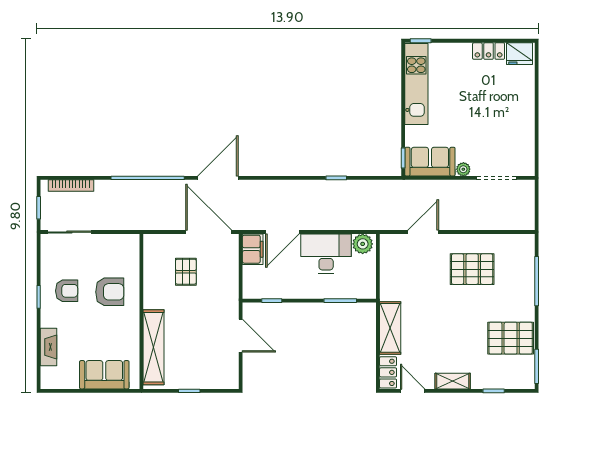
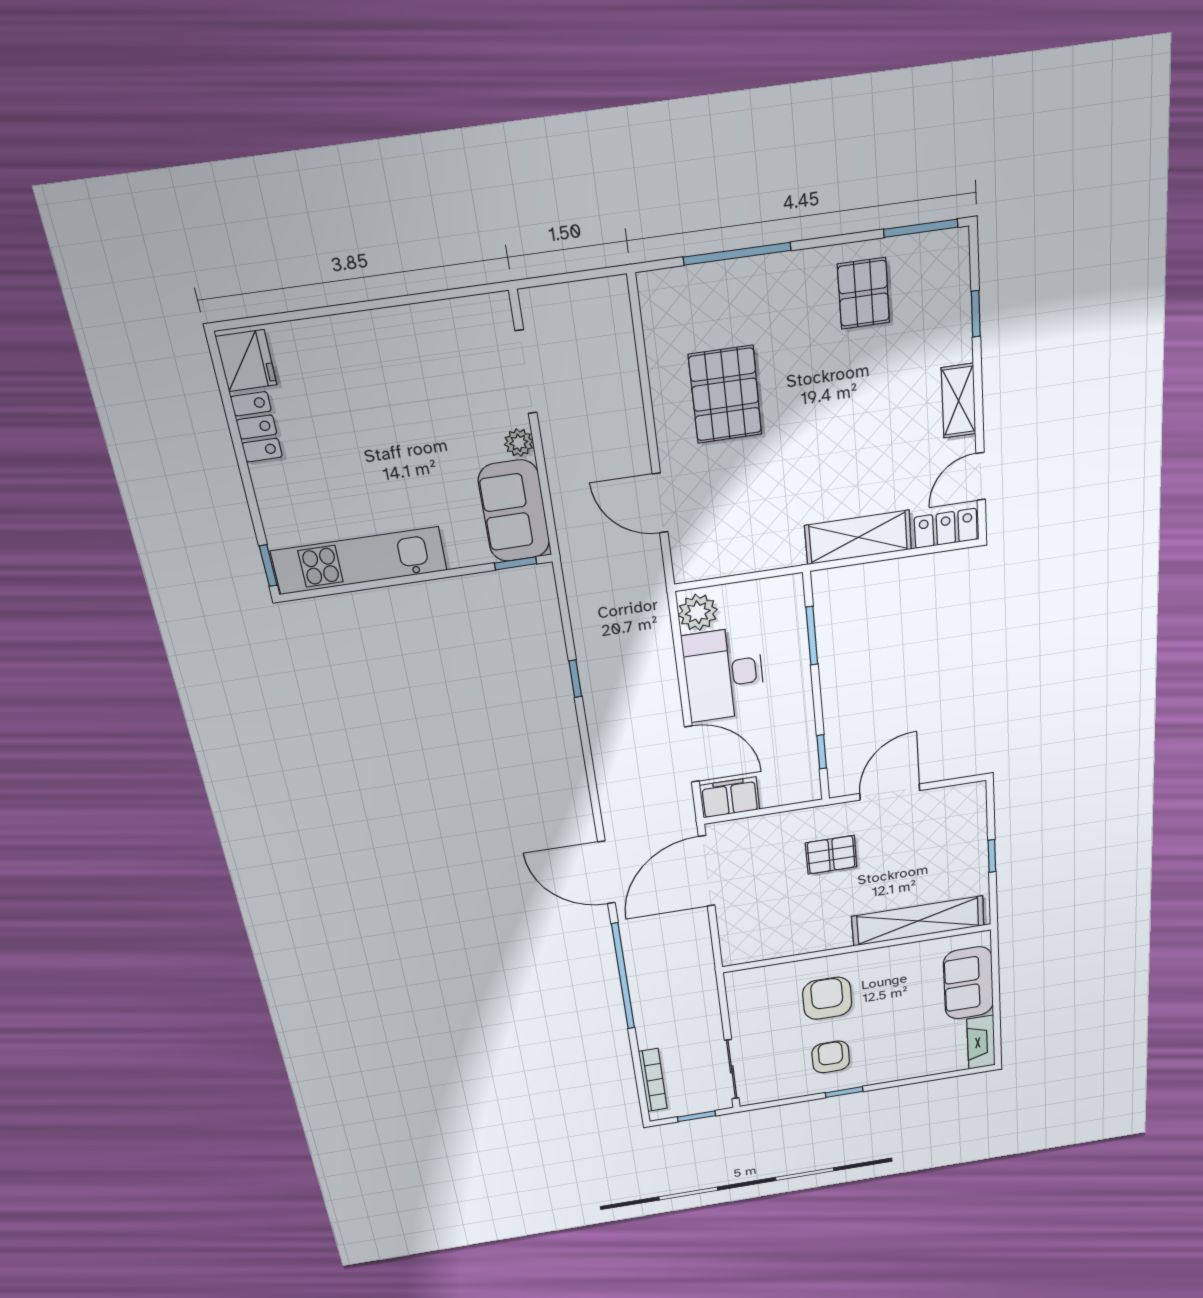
pallet: (186, 272) -> (831, 855), moved
pallet: (511, 338) -> (864, 293), width x0.67, depth x0.71
fireplace: (48, 347) -> (981, 1042), moved, turned -90

